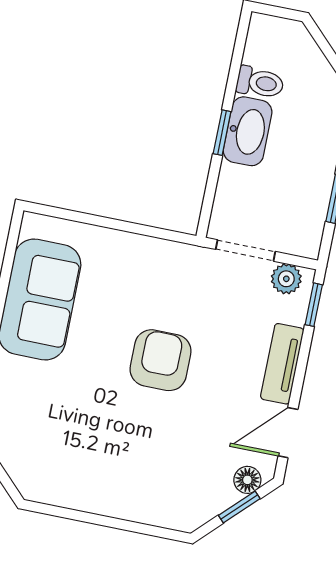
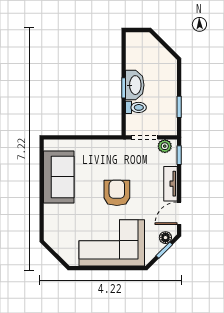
toilet: (260, 83) -> (136, 107), moved
corner sofa: (127, 468) -> (112, 243), added

